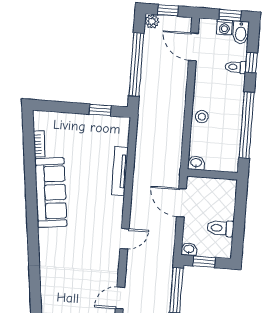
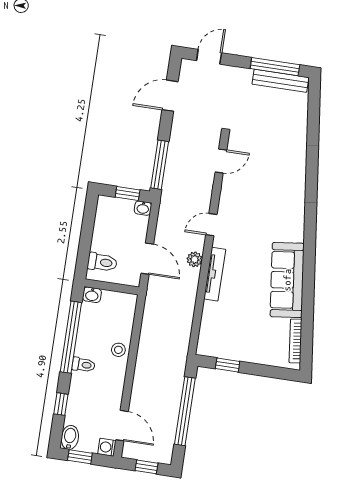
plant: (152, 21) -> (195, 259), moved
washing machine: (224, 27) -> (107, 447), moved, turned -90
toilet: (236, 67) -> (84, 365), moved
bookcase: (39, 144) -> (296, 341), width x1.56
washbasin: (196, 163) -> (92, 295), moved
tv unit: (120, 171) -> (215, 274), moved
toilet: (220, 228) -> (102, 262), moved

